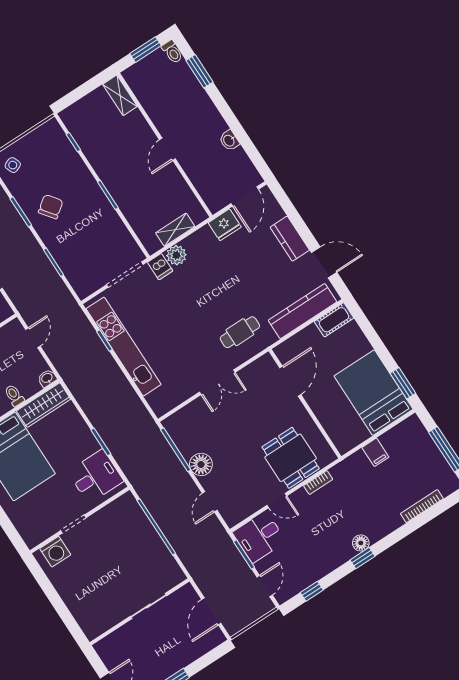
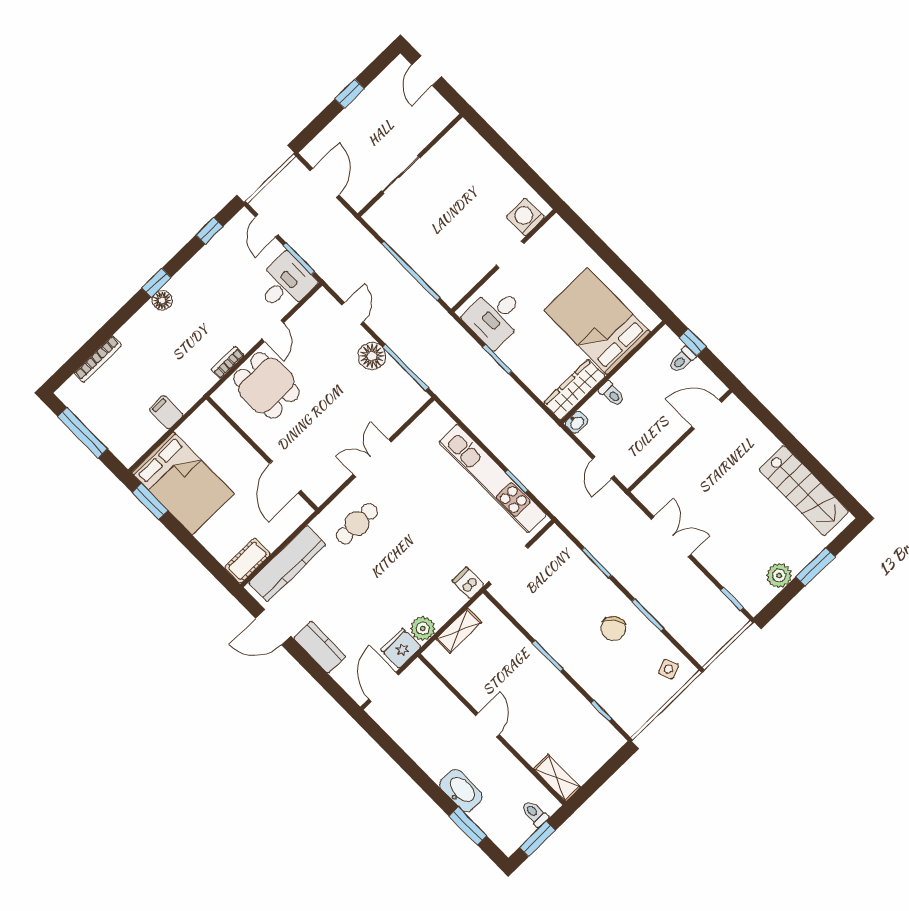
toilet: (172, 52) -> (535, 813), moved
washbasin: (229, 140) -> (461, 791), moved, width x1.91, depth x1.45
plant: (176, 255) -> (423, 628), moved
door: (277, 501) -> (273, 331), swing flipped

